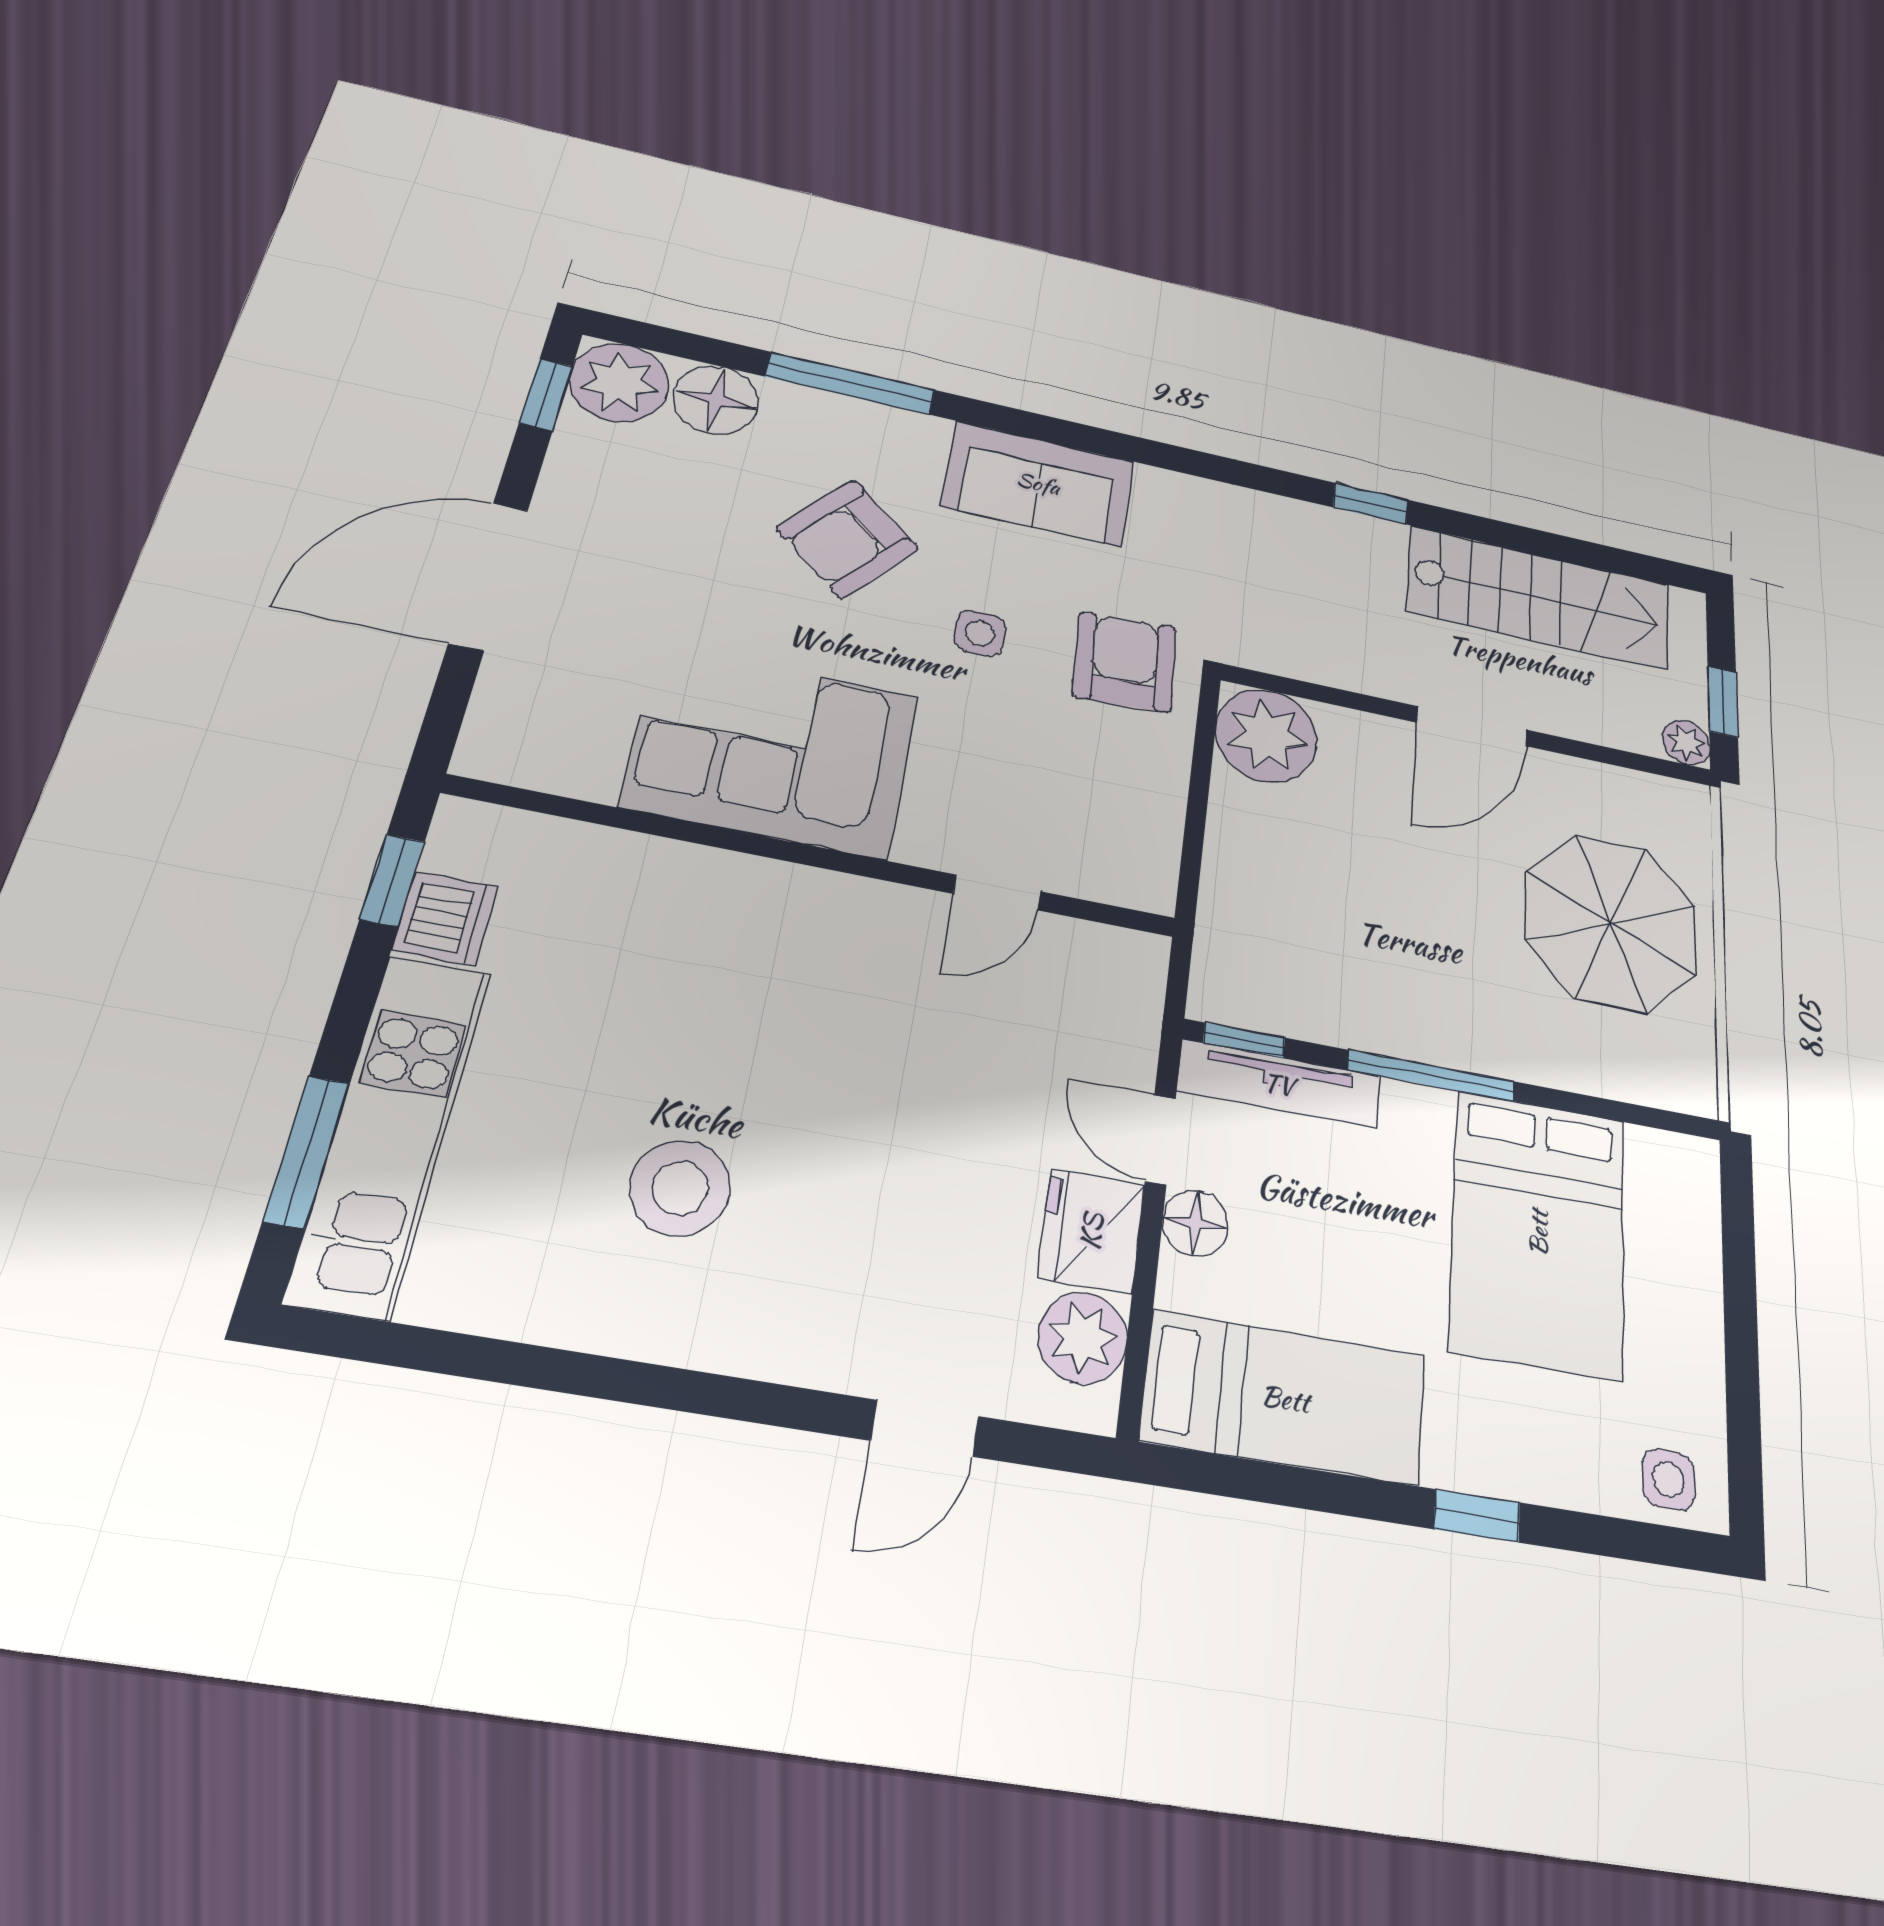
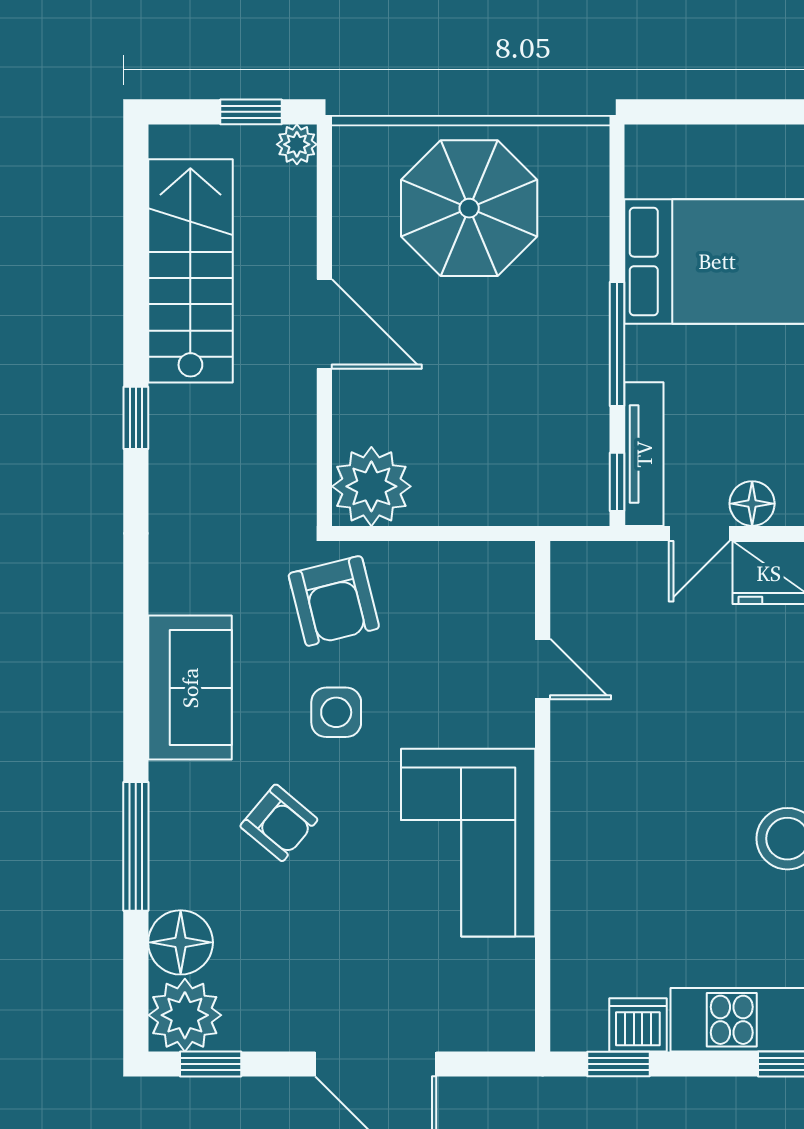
armchair: (847, 539) -> (279, 823), width x0.72, depth x0.72
side table: (980, 633) -> (336, 712), width x1.37, depth x1.37
armchair: (1125, 662) -> (334, 601), turned -101

